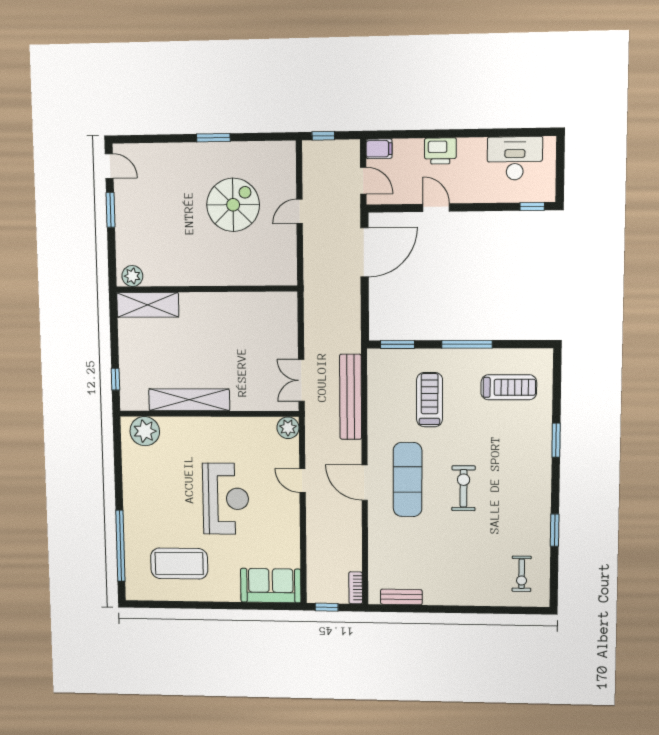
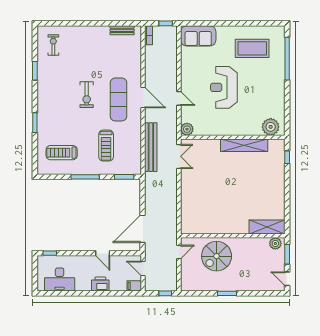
plant: (132, 276) -> (275, 243), moved
wall: (206, 289) -> (233, 236), moved
shelving: (148, 305) -> (267, 227), moved

